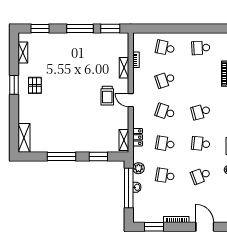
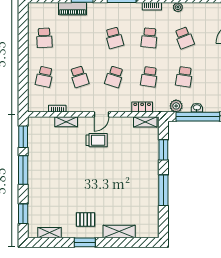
shelving: (24, 138) -> (119, 231), moved

